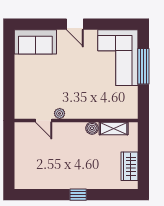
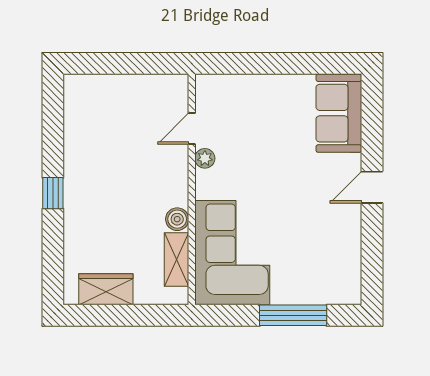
corner sofa: (118, 58) -> (232, 253), moved, turned 90

